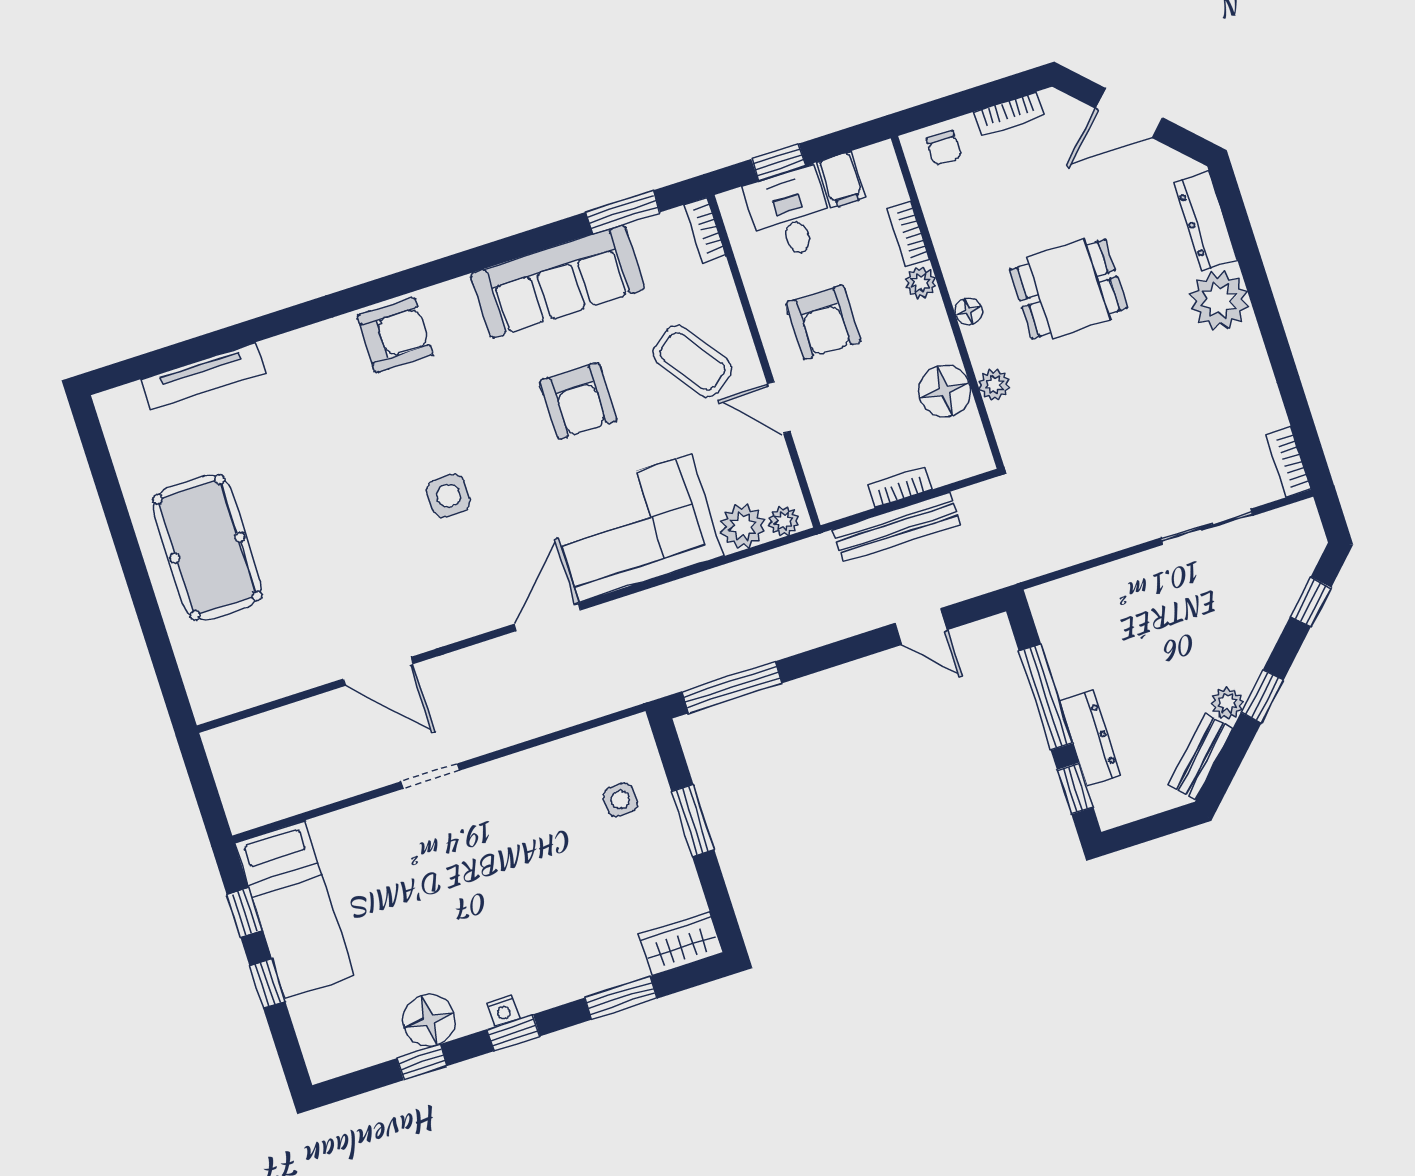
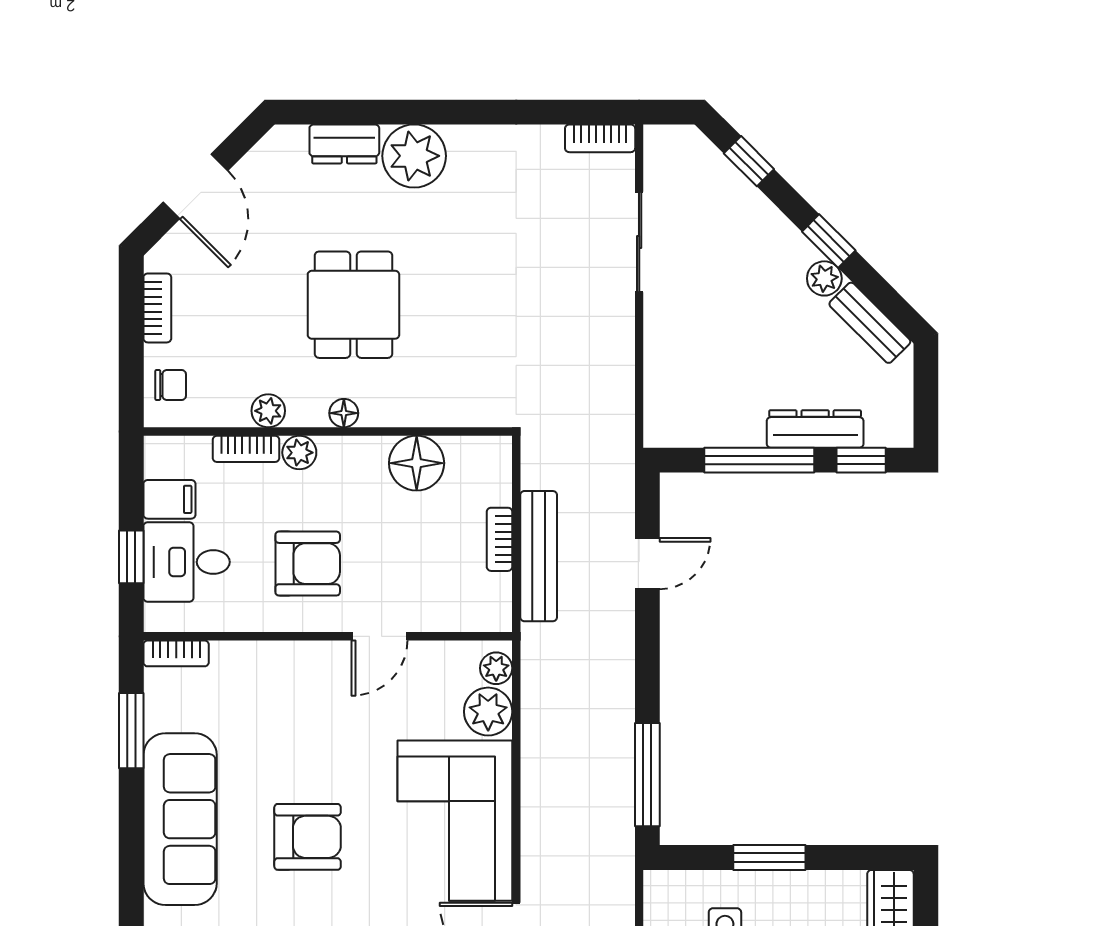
dresser: (1205, 221) -> (344, 144), width x0.70
coffee table: (692, 361) -> (305, 709), removed
plant: (994, 385) -> (268, 411), moved

